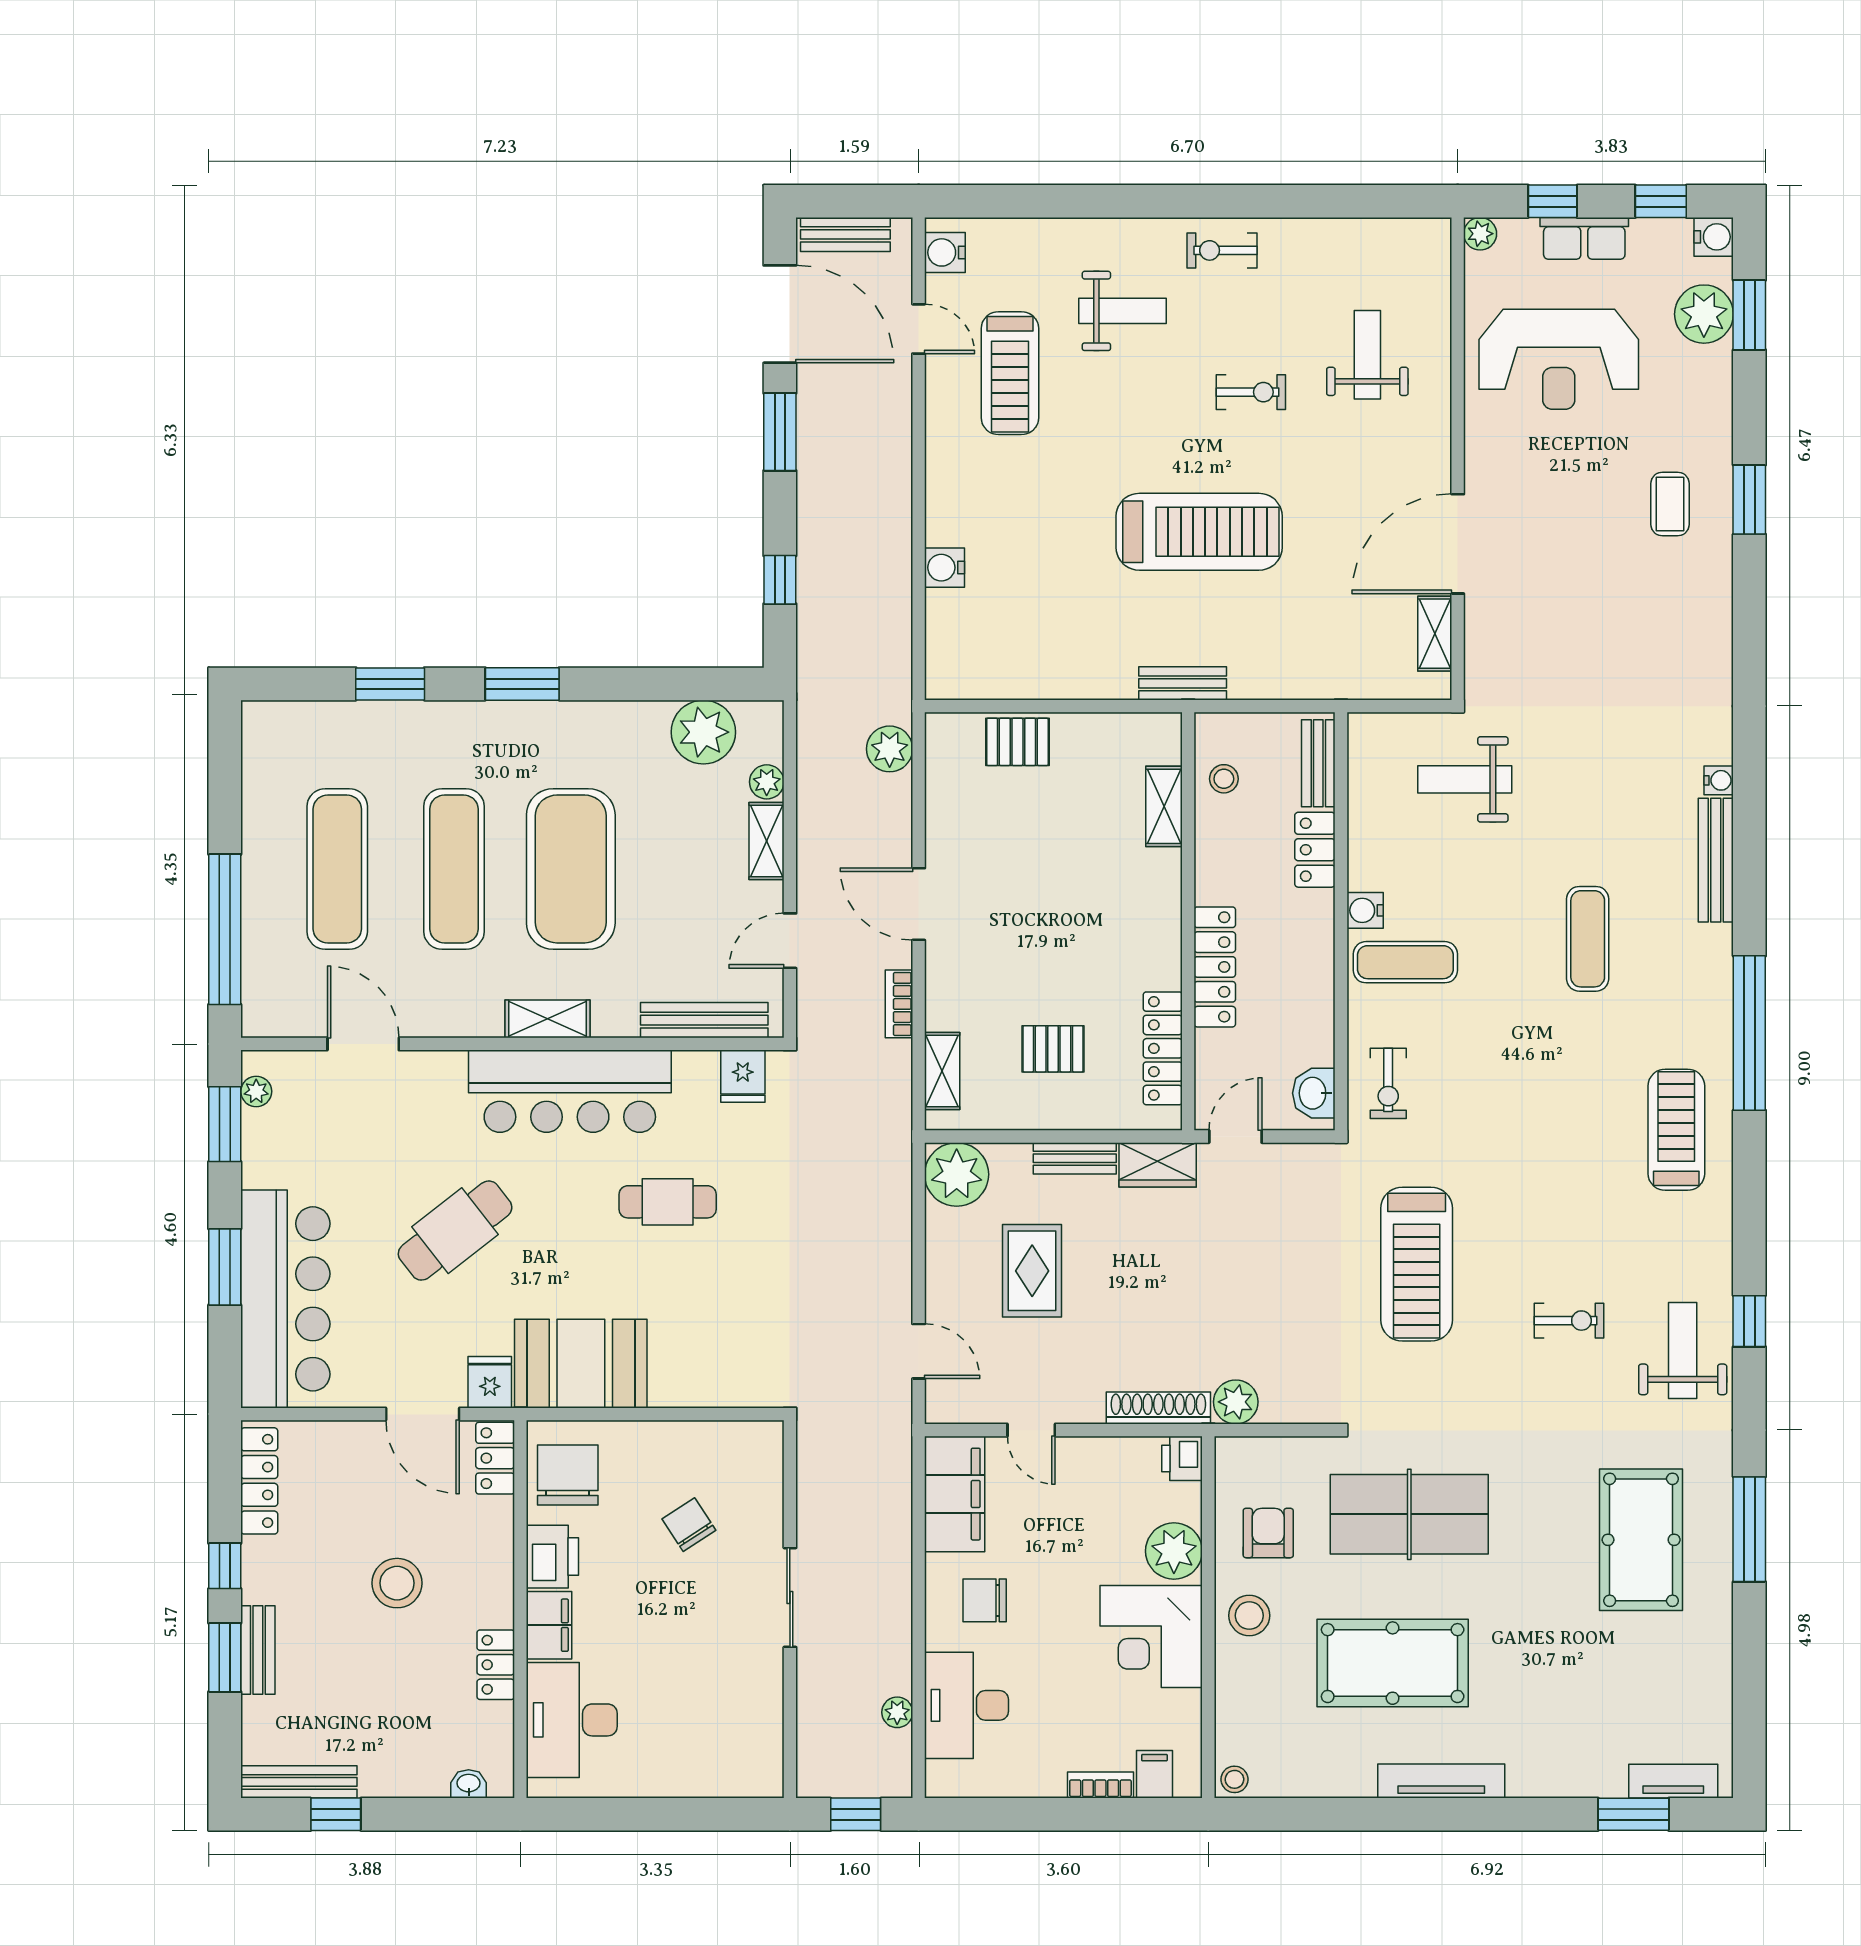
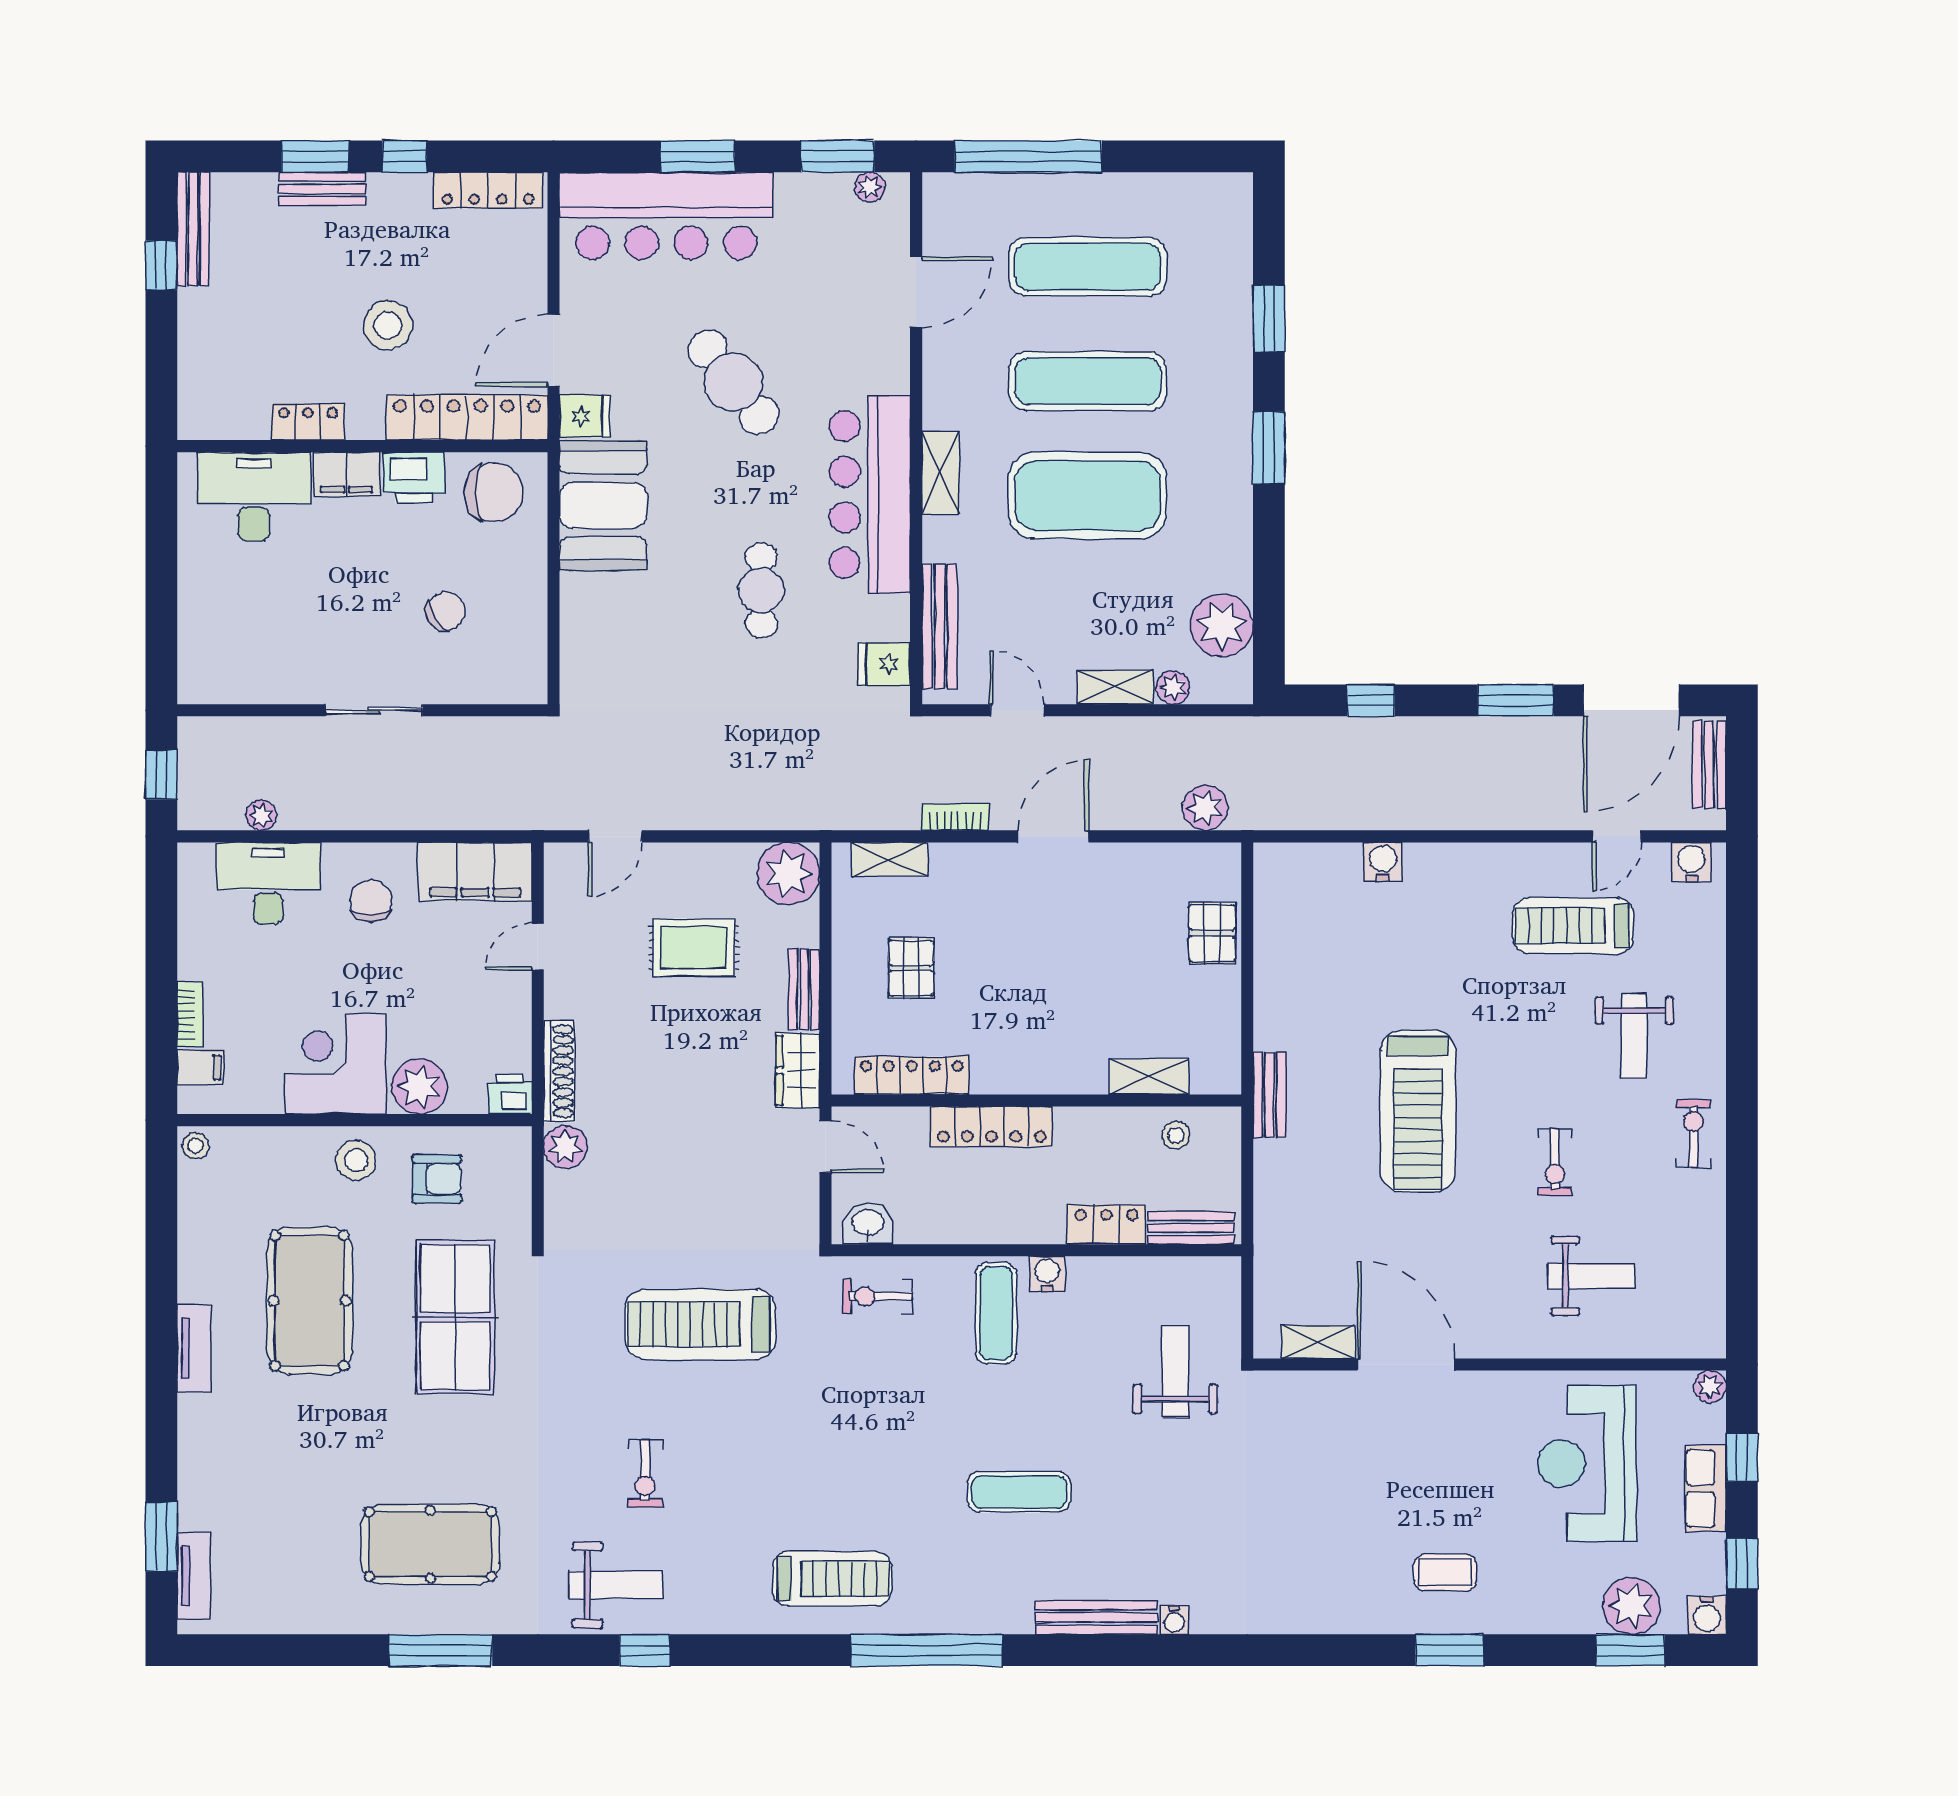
locker: (495, 1458) -> (467, 417), width x2.16, depth x1.21
tv unit: (1441, 1781) -> (194, 1348), width x0.71
washbasin: (469, 1784) -> (191, 395), removed

